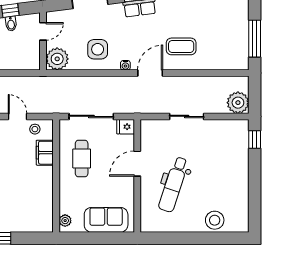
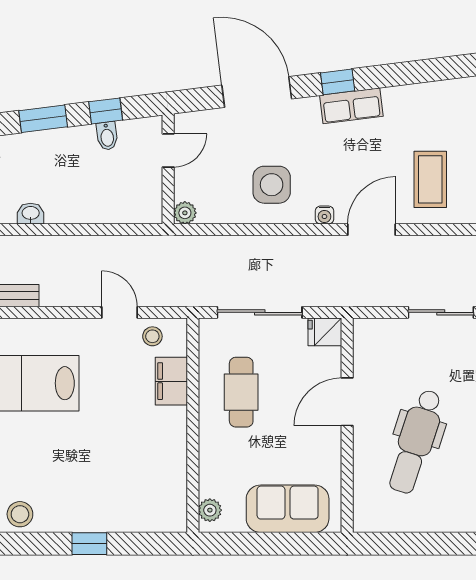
coffee table: (181, 46) -> (430, 179), turned 90
plant: (57, 59) -> (185, 213), width x0.53, depth x0.53

